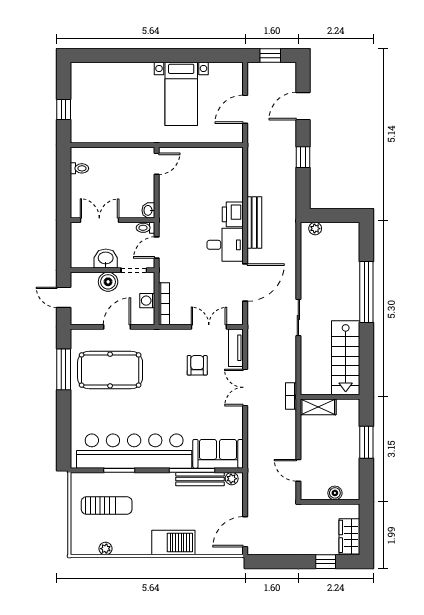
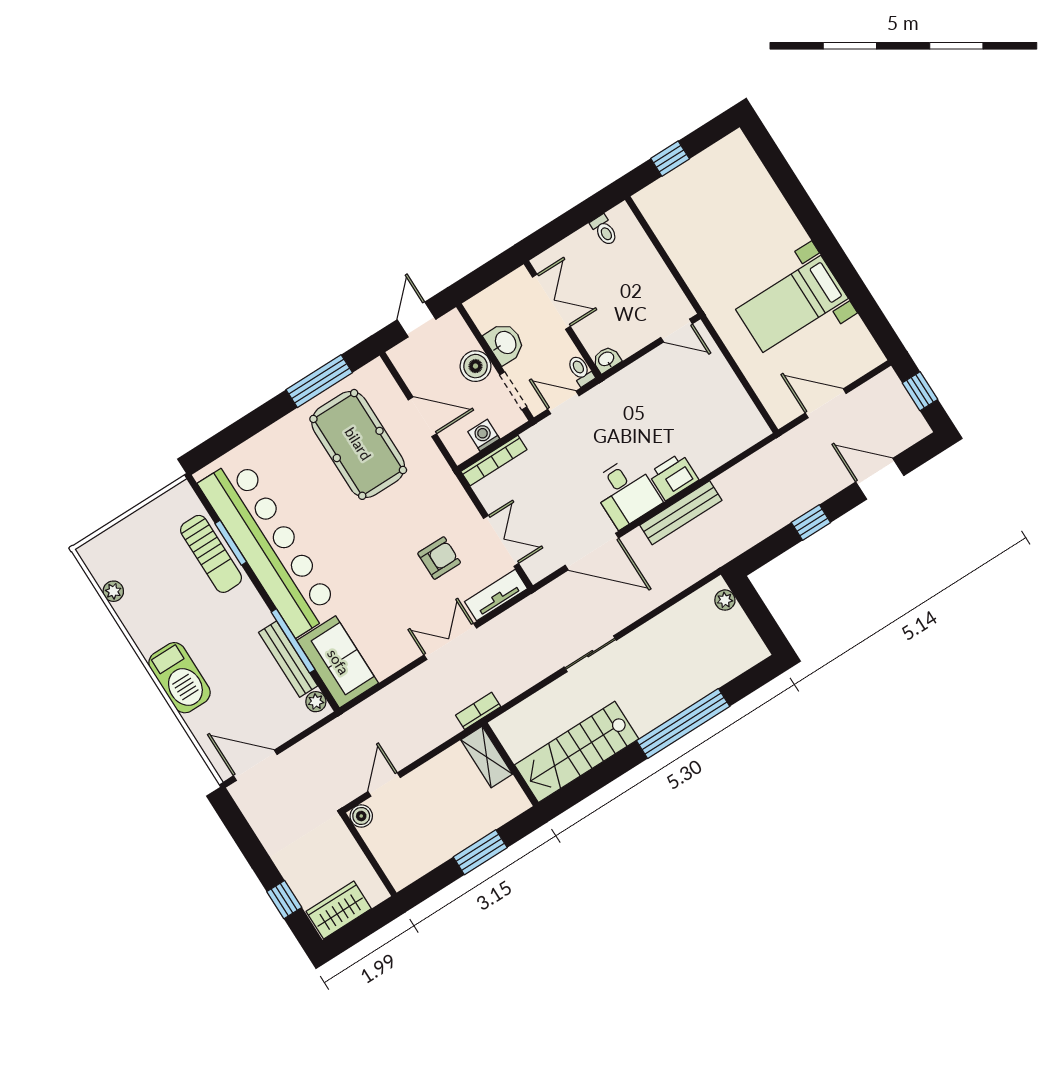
boiler: (335, 493) -> (361, 816), moved
sun lounger: (107, 505) -> (211, 554), moved

